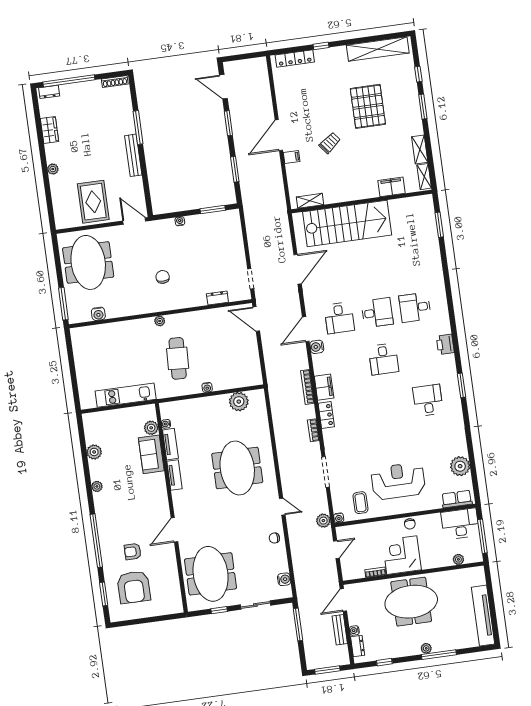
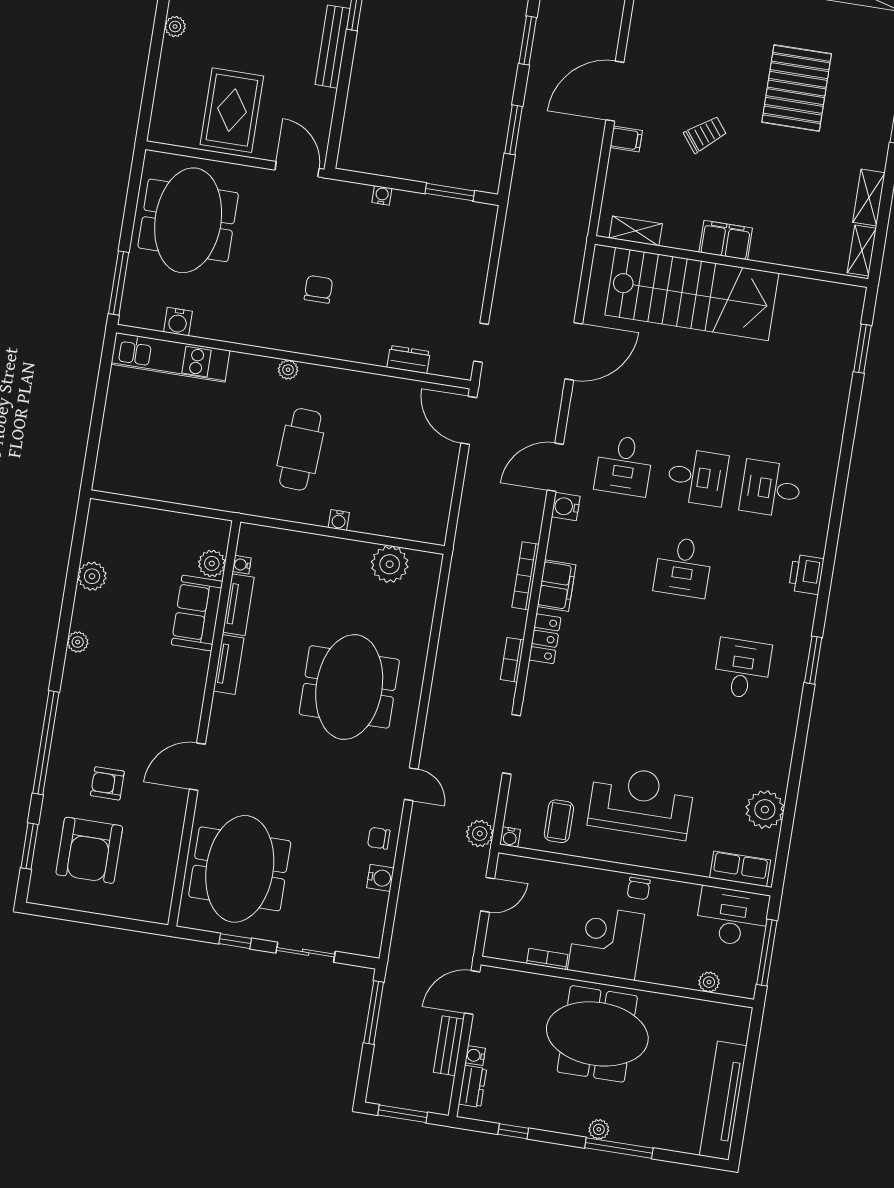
filing cabinet: (392, 187) -> (726, 240), moved
kitchen unit: (126, 395) -> (170, 357), moved, turned 180
water cooler: (284, 579) -> (380, 878), moved

